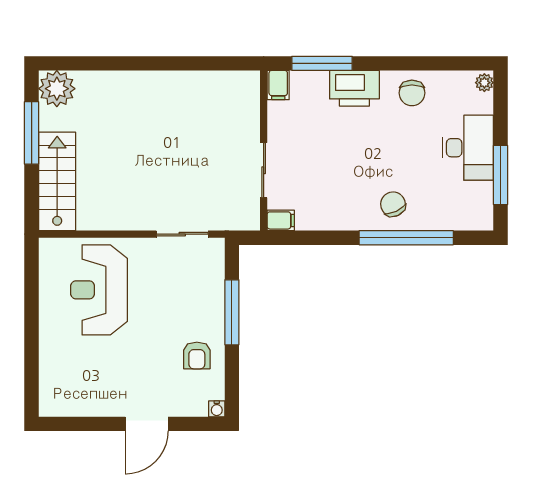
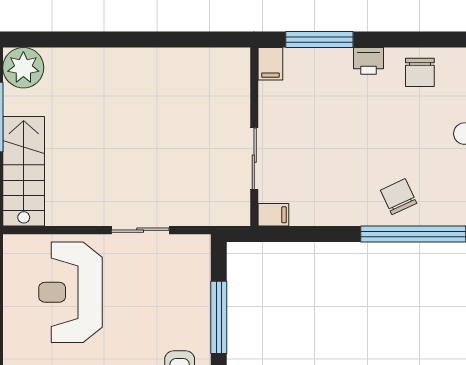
printer: (354, 88) -> (368, 61), width x0.53, depth x0.68
sliding door: (182, 234) -> (140, 230), moved

